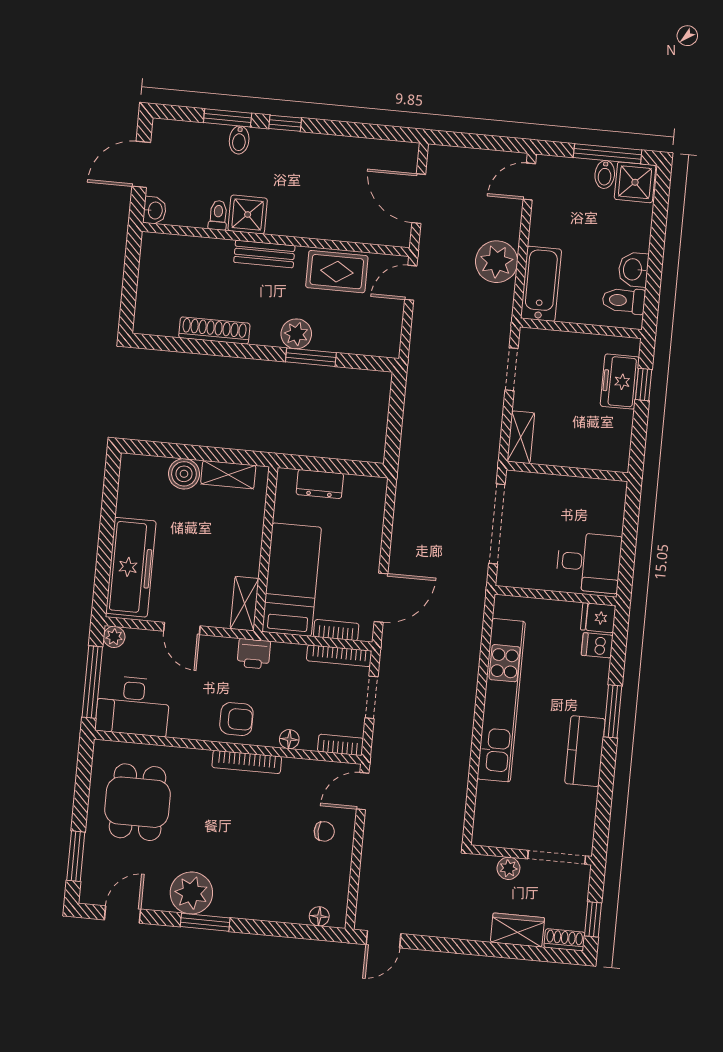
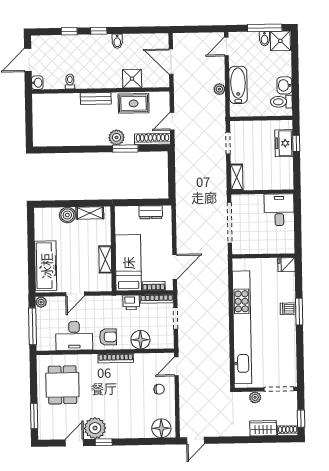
window: (228, 118) -> (69, 31), width x0.67
bidet: (239, 140) -> (117, 41), moved
shower: (248, 215) -> (132, 79), moved
plant: (497, 262) -> (219, 89), width x0.53, depth x0.53
door: (411, 283) -> (172, 121), moved
bathtub: (541, 284) -> (238, 85), moved
shoe rack: (214, 331) -> (153, 139), moved
dresser: (320, 484) -> (151, 212), moved
desk: (589, 562) -> (279, 210), moved, turned -90
shelving: (244, 604) -> (105, 259), moved
door: (182, 628) -> (75, 294), hinge flipped
dishwasher: (597, 645) -> (288, 309), moved
printer: (254, 654) -> (131, 302), moved
kitchen unit: (501, 700) -> (242, 327), width x1.36
desk: (133, 706) -> (74, 336), moved
floor lamp: (289, 739) -> (140, 340), width x1.89, depth x1.89
bookcase: (340, 745) -> (162, 344), removed
kitchen counter: (585, 751) -> (287, 333), removed
door: (122, 914) -> (74, 443), moved
floor lamp: (319, 916) -> (161, 428), width x1.89, depth x1.89
window: (205, 922) -> (104, 442), width x0.67

